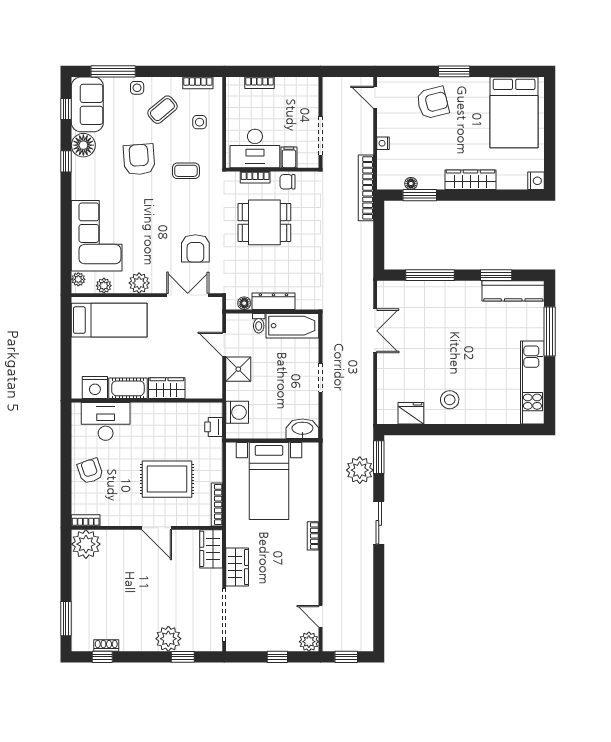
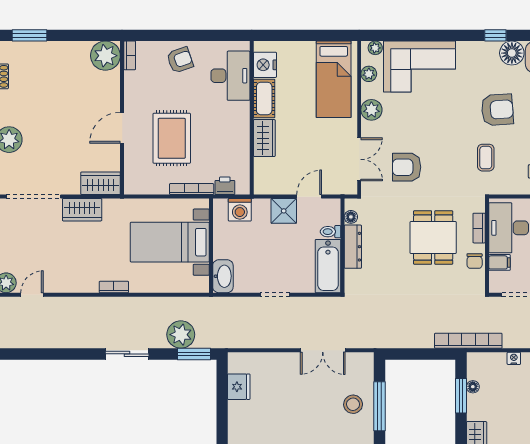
chair: (287, 182) -> (475, 261), turned 180
stool: (450, 400) -> (353, 404), moved
bookcase: (217, 504) -> (192, 189), moved

